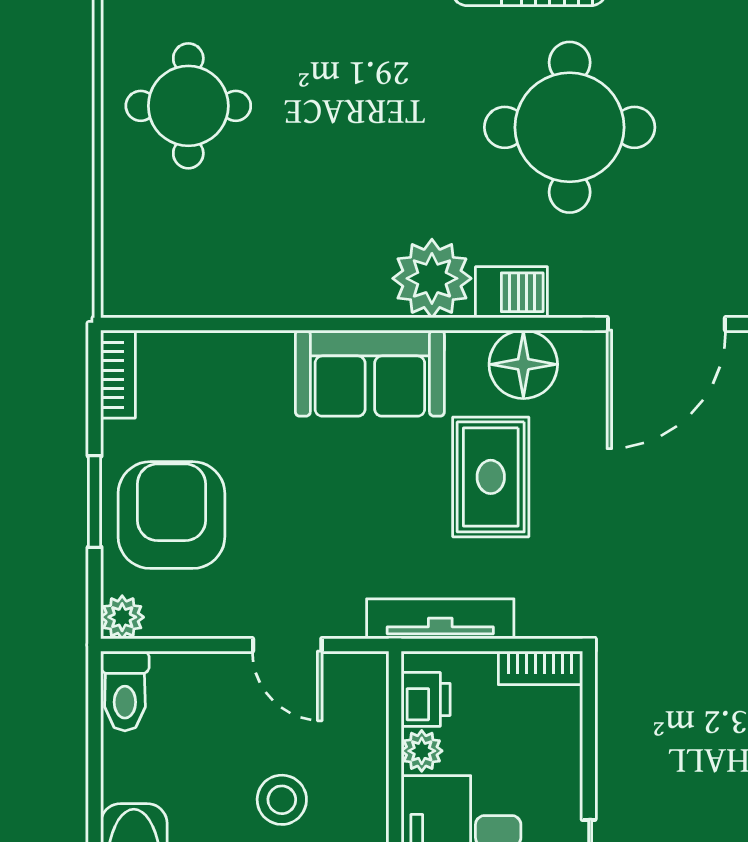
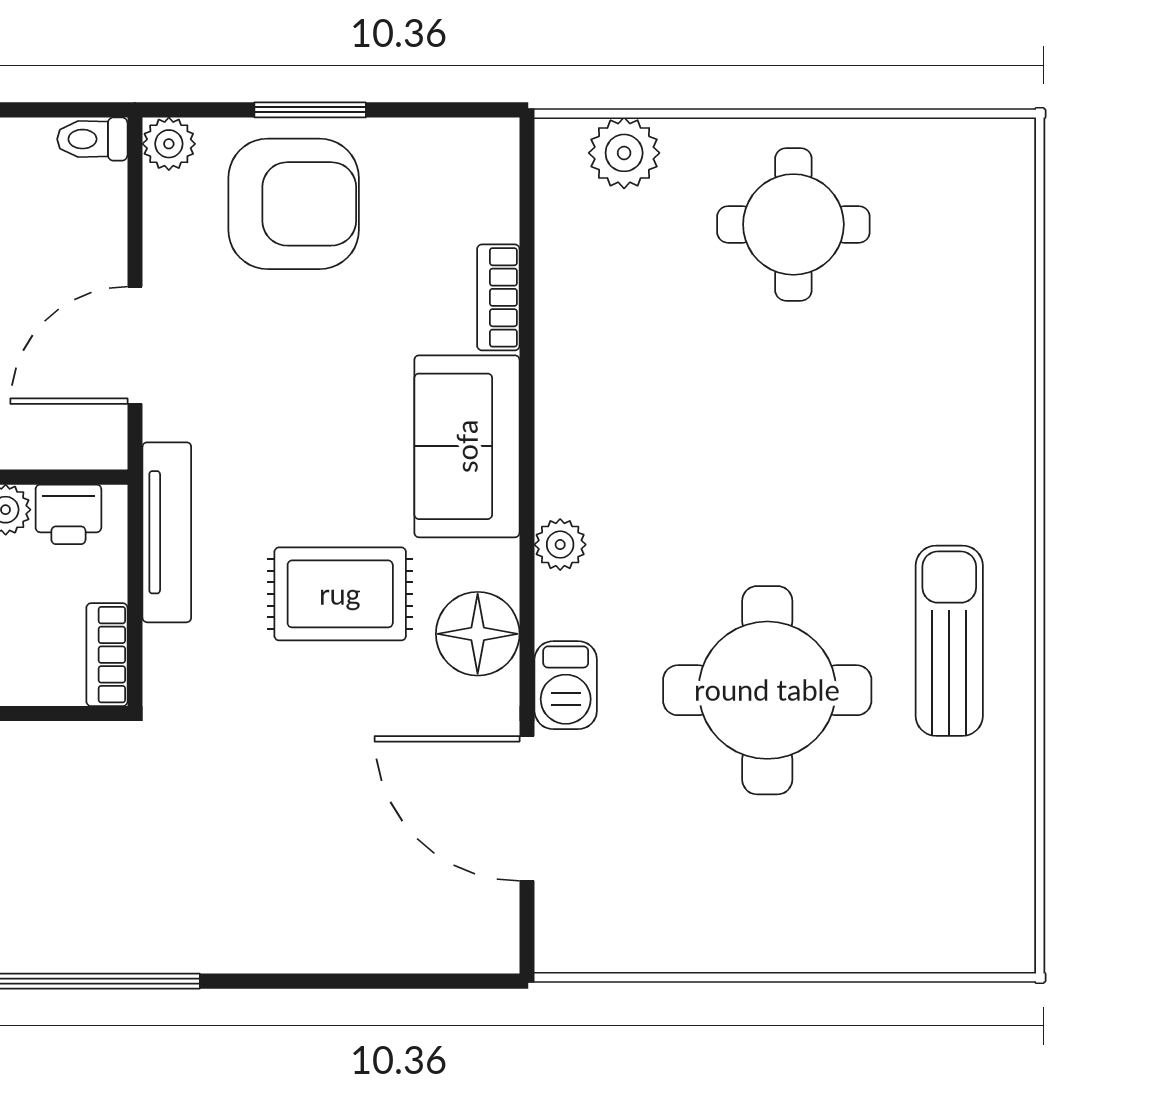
plant: (130, 245) -> (624, 153), added
plant: (432, 278) -> (560, 545), width x0.53, depth x0.53
barbecue: (511, 292) -> (566, 685), moved
bookcase: (118, 375) -> (498, 297), moved, turned 90
door: (287, 645) -> (135, 345), width x1.38
toilet: (125, 691) -> (92, 139), width x0.73, depth x0.72

